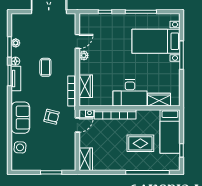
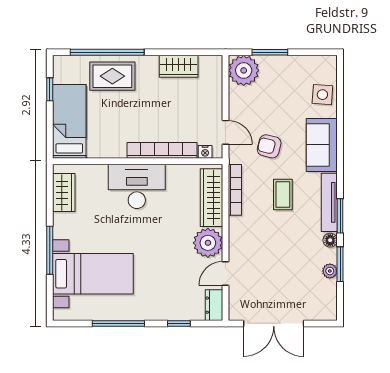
dresser: (84, 23) -> (214, 305), added
plant: (84, 55) -> (208, 243), width x1.87, depth x1.87
coffee table: (45, 67) -> (283, 195), moved
tv unit: (16, 78) -> (329, 202), width x1.41
wardrobe: (86, 86) -> (211, 198), width x1.50
wardrobe: (159, 100) -> (64, 193), moved, turned -90
door: (77, 125) -> (225, 132), swing flipped
rug: (140, 143) -> (112, 76), moved
wardrobe: (86, 159) -> (179, 66), moved, turned -90
plant: (67, 162) -> (244, 70), added

